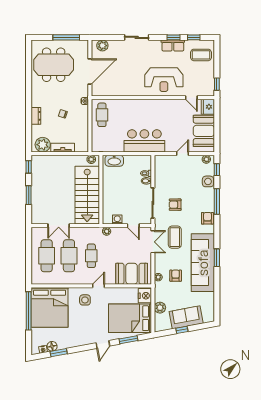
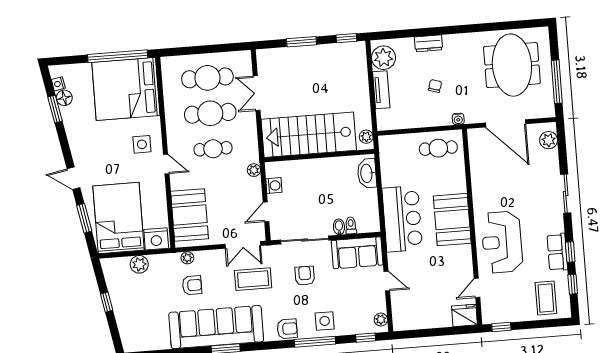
booth: (204, 131) -> (452, 220), moved, turned 90
side table: (208, 181) -> (325, 321), moved
sofa: (186, 317) -> (357, 253), moved, turned 100

